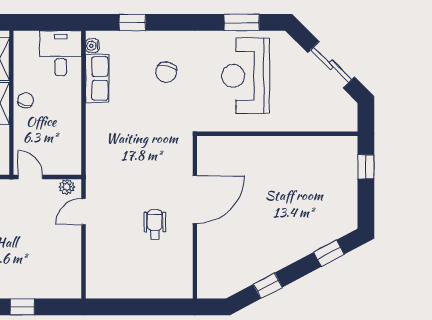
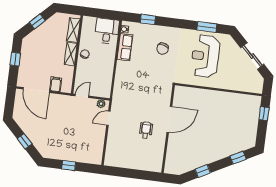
door: (30, 177) -> (82, 96), hinge flipped

